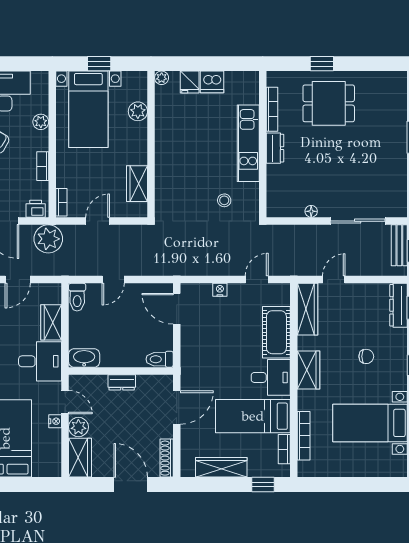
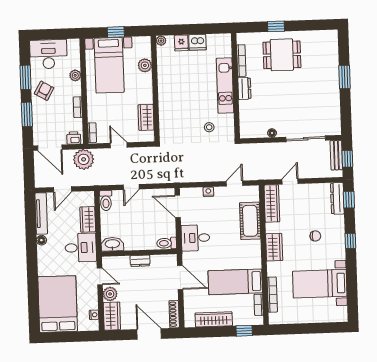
door: (98, 221) -> (119, 145), hinge flipped
desk: (271, 377) -> (195, 238), moved, turned 180
door: (177, 408) -> (180, 277), hinge flipped
nightstand: (55, 421) -> (94, 315), moved

